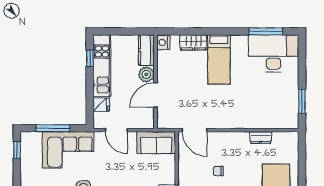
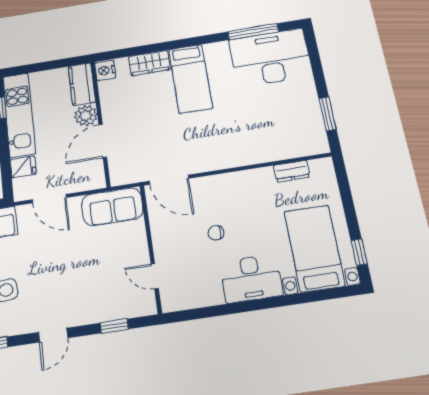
dresser: (261, 137) -> (292, 171), moved

